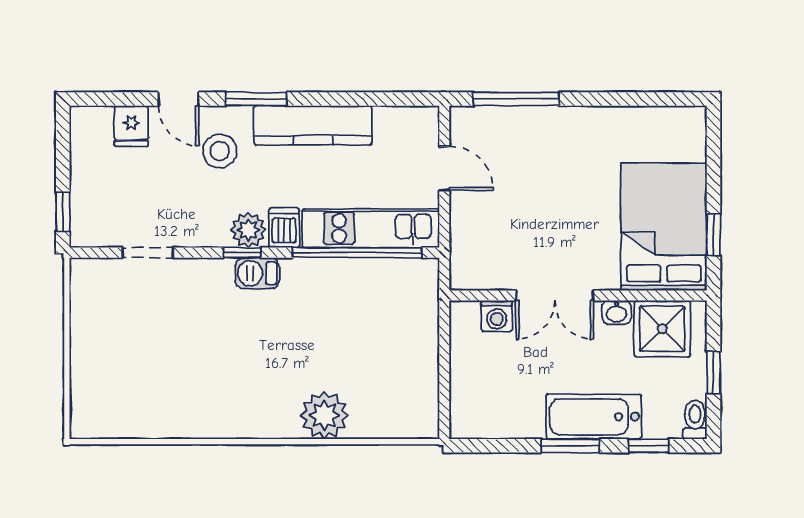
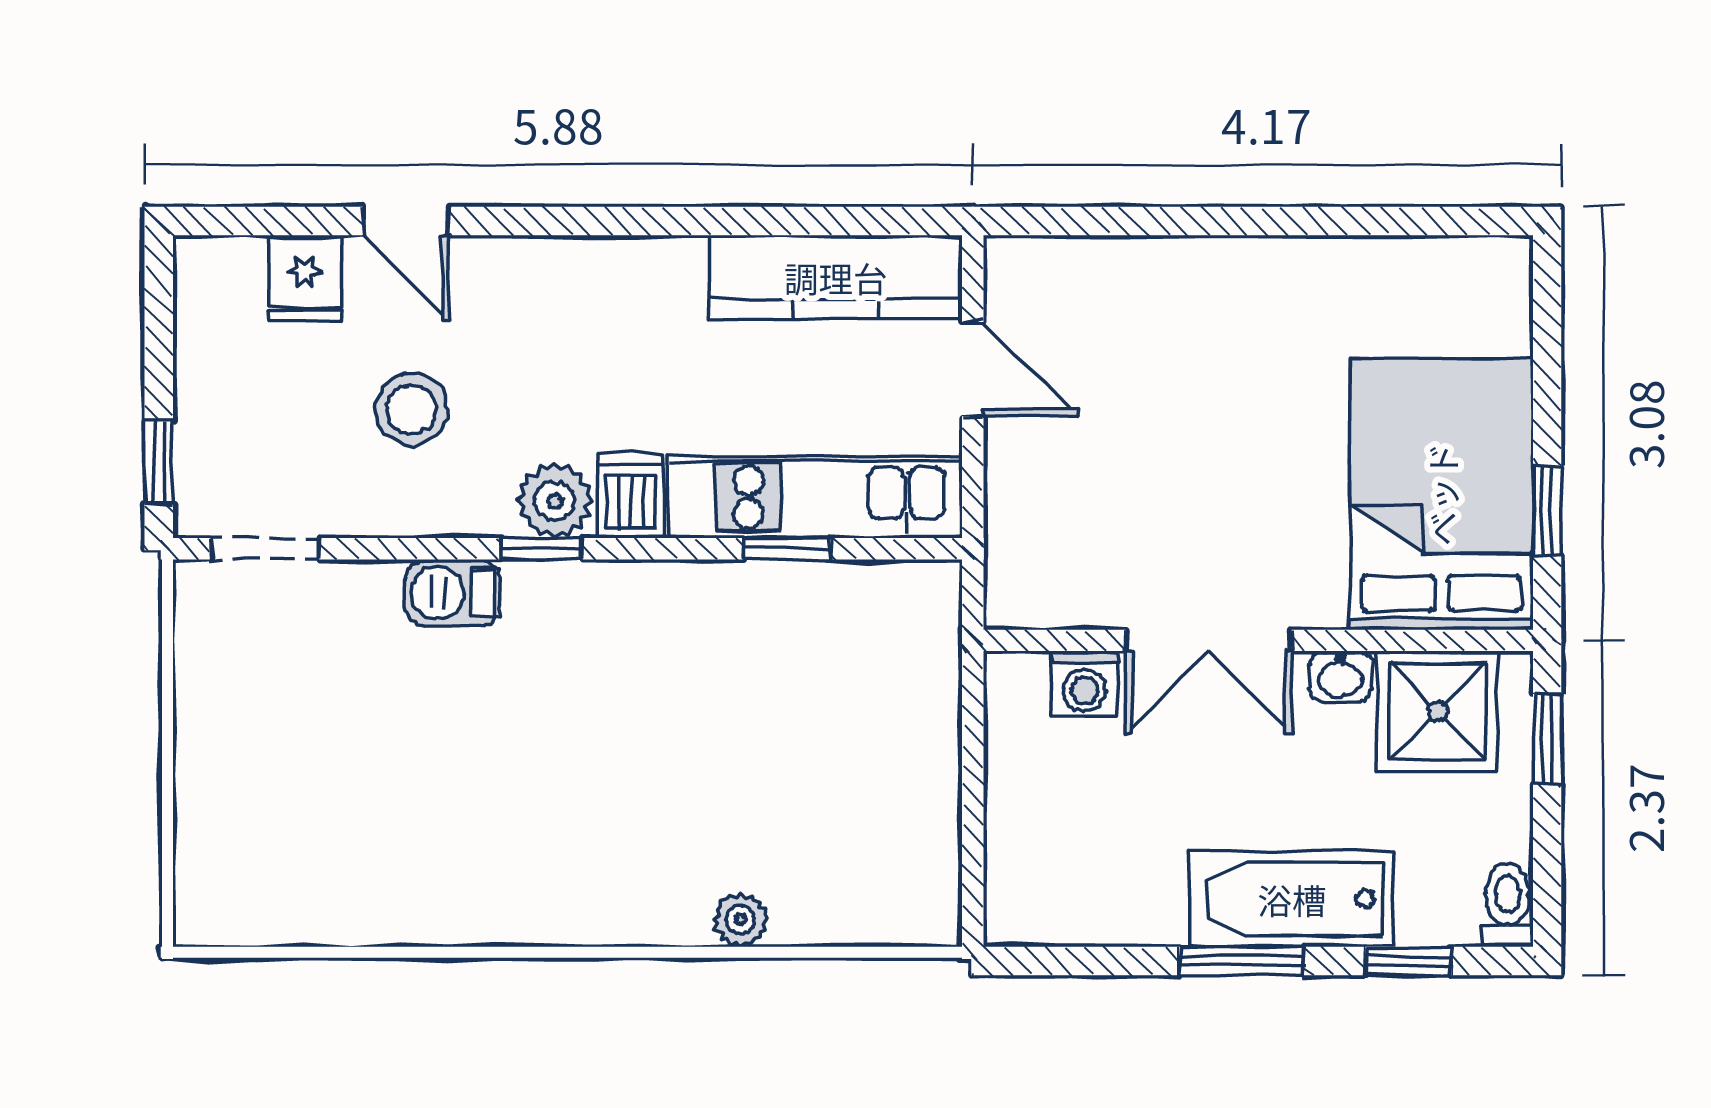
window: (256, 99) -> (571, 221), removed
window: (516, 99) -> (1126, 221), removed
kitchen counter: (313, 125) -> (836, 277), moved
stool: (220, 151) -> (411, 409), moved
doorway: (148, 253) -> (265, 549), moved
window: (357, 253) -> (787, 549), width x0.32
barbecue: (257, 273) -> (453, 593), moved
window: (713, 373) -> (1547, 739), moved
plant: (324, 415) -> (741, 920), width x0.53, depth x0.53

